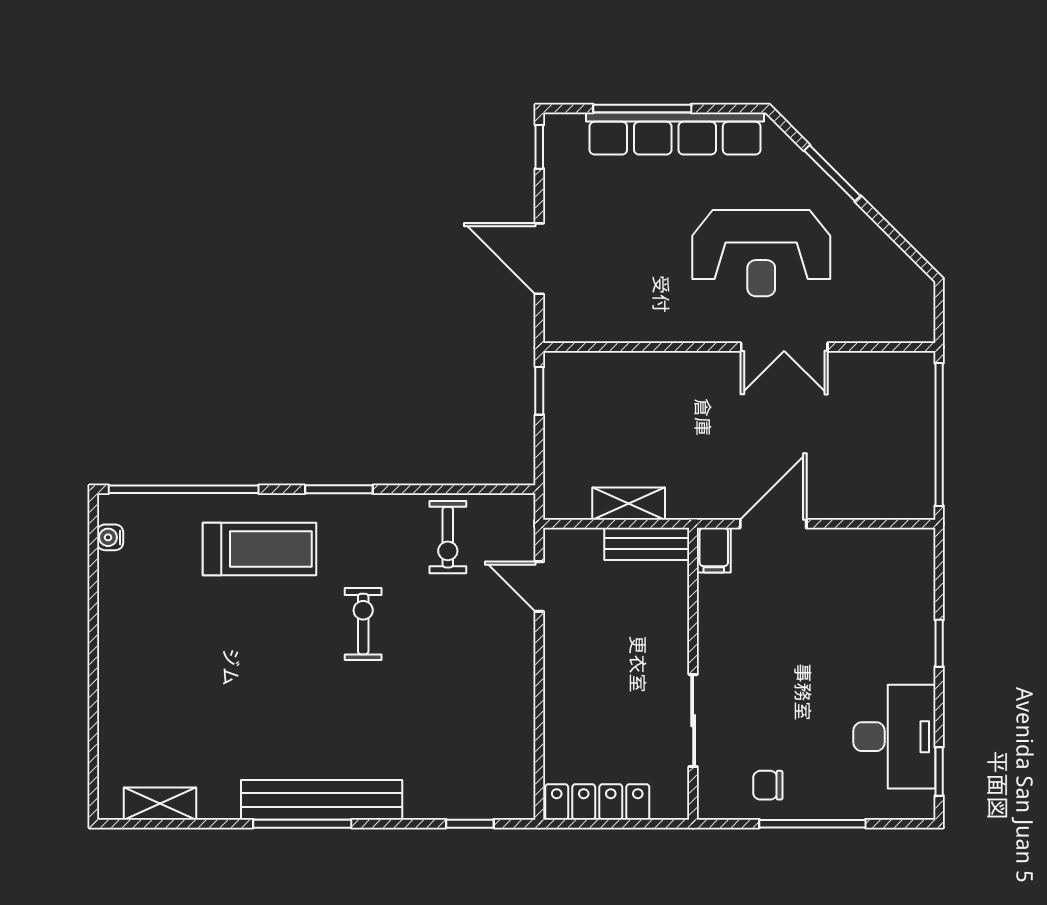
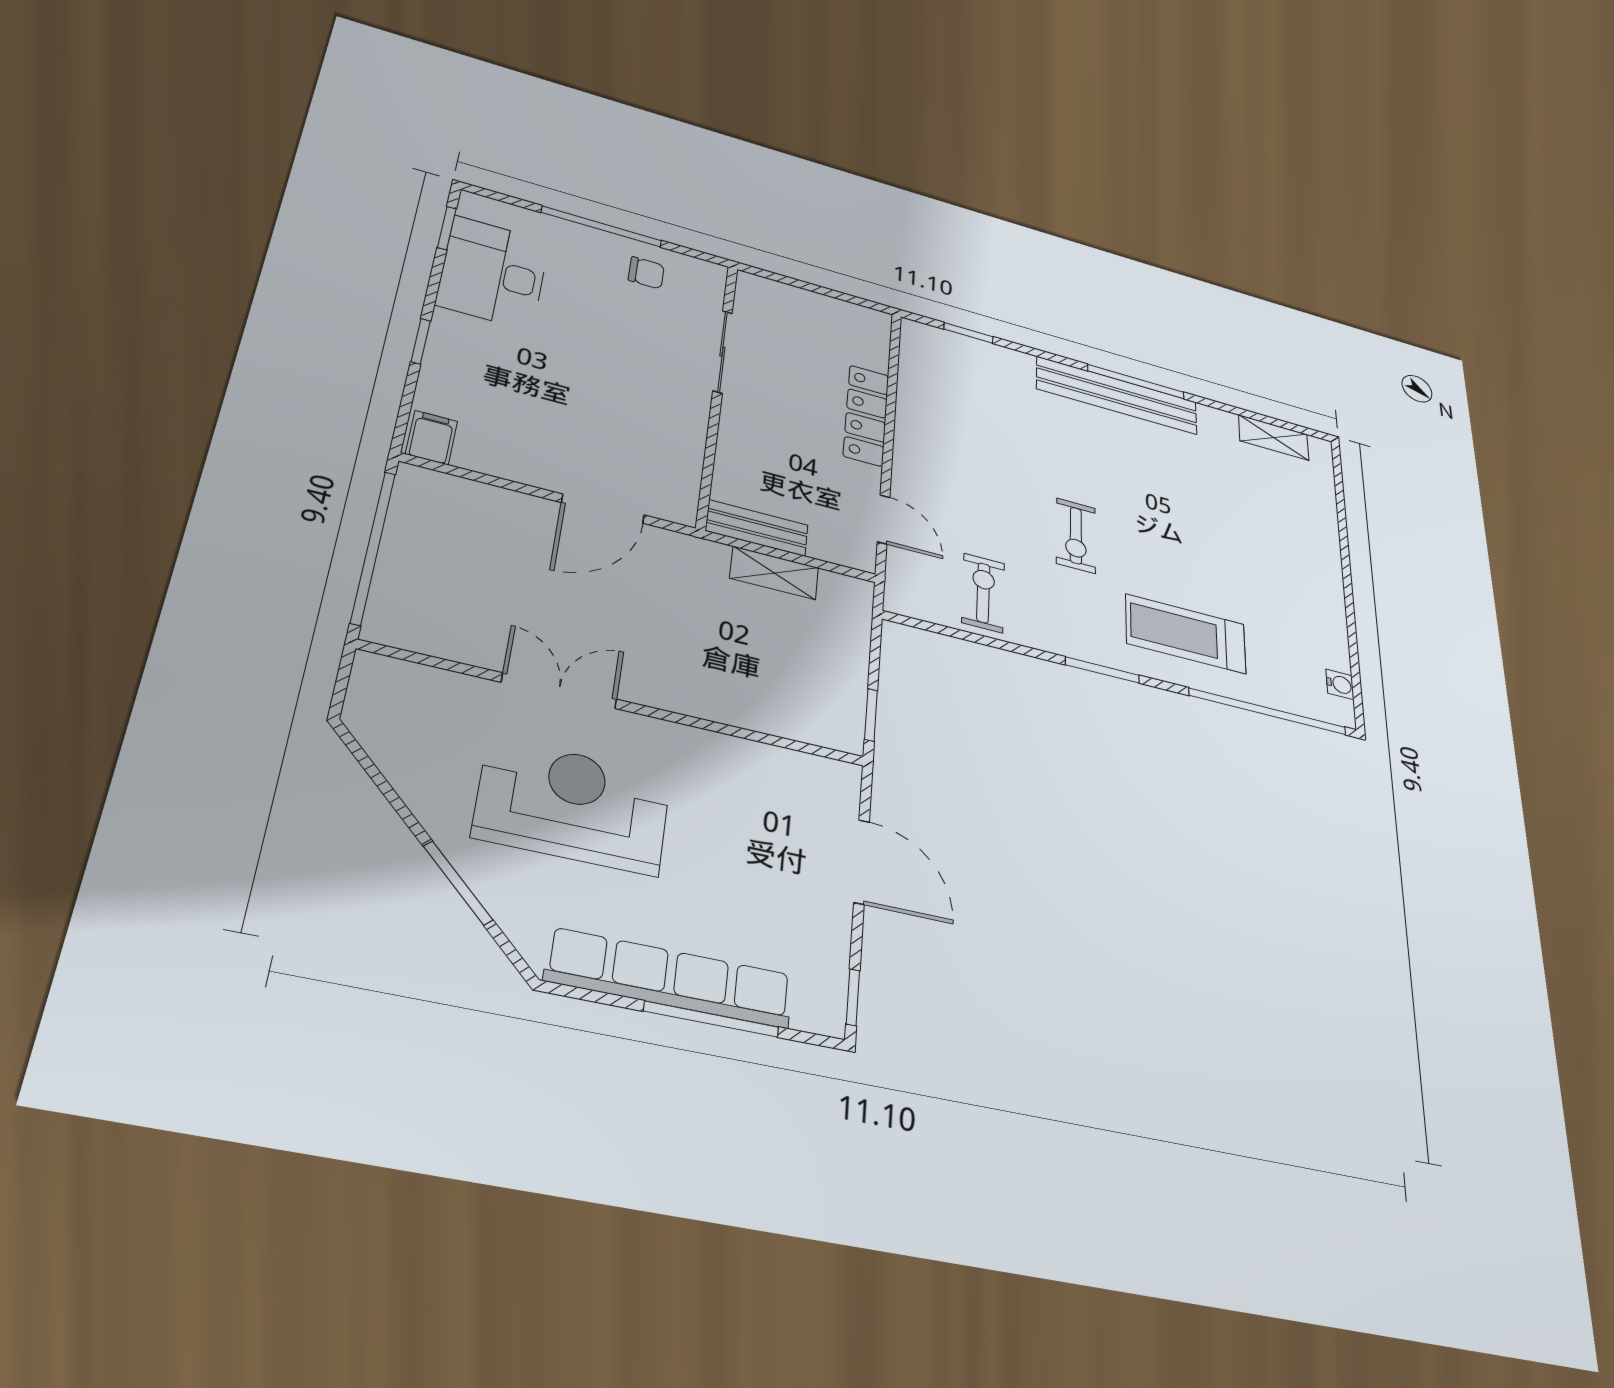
filing cabinet: (714, 550) -> (432, 438), moved
locker: (597, 802) -> (866, 415), moved, turned 90

